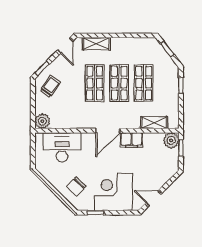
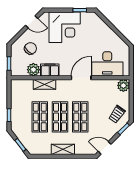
shelving: (96, 44) -> (63, 149), moved
door: (65, 46) -> (105, 148), hinge flipped
shelving: (154, 123) -> (45, 84), moved
door: (108, 131) -> (81, 78), moved
plant: (171, 140) -> (33, 70), moved
chair: (76, 187) -> (30, 48), moved

